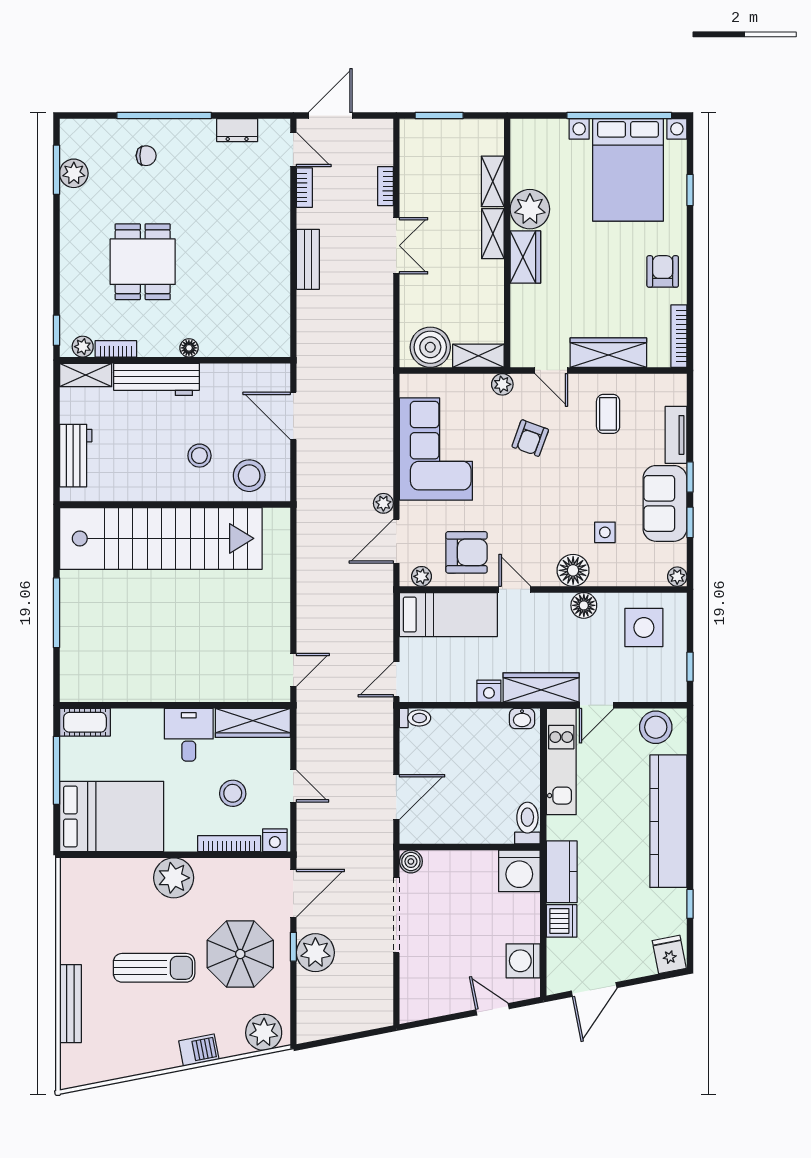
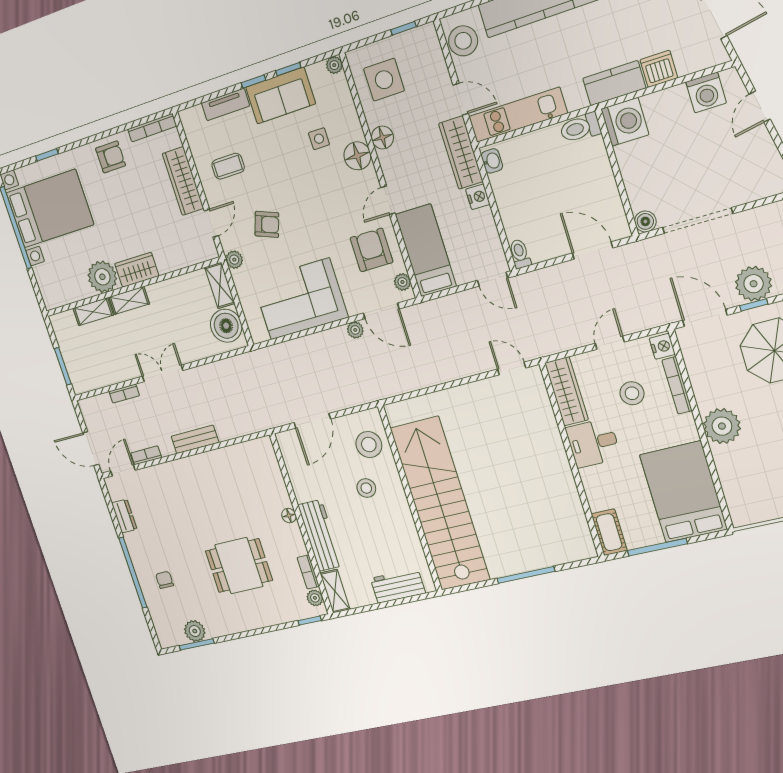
armchair: (663, 271) -> (111, 157), turned 180

